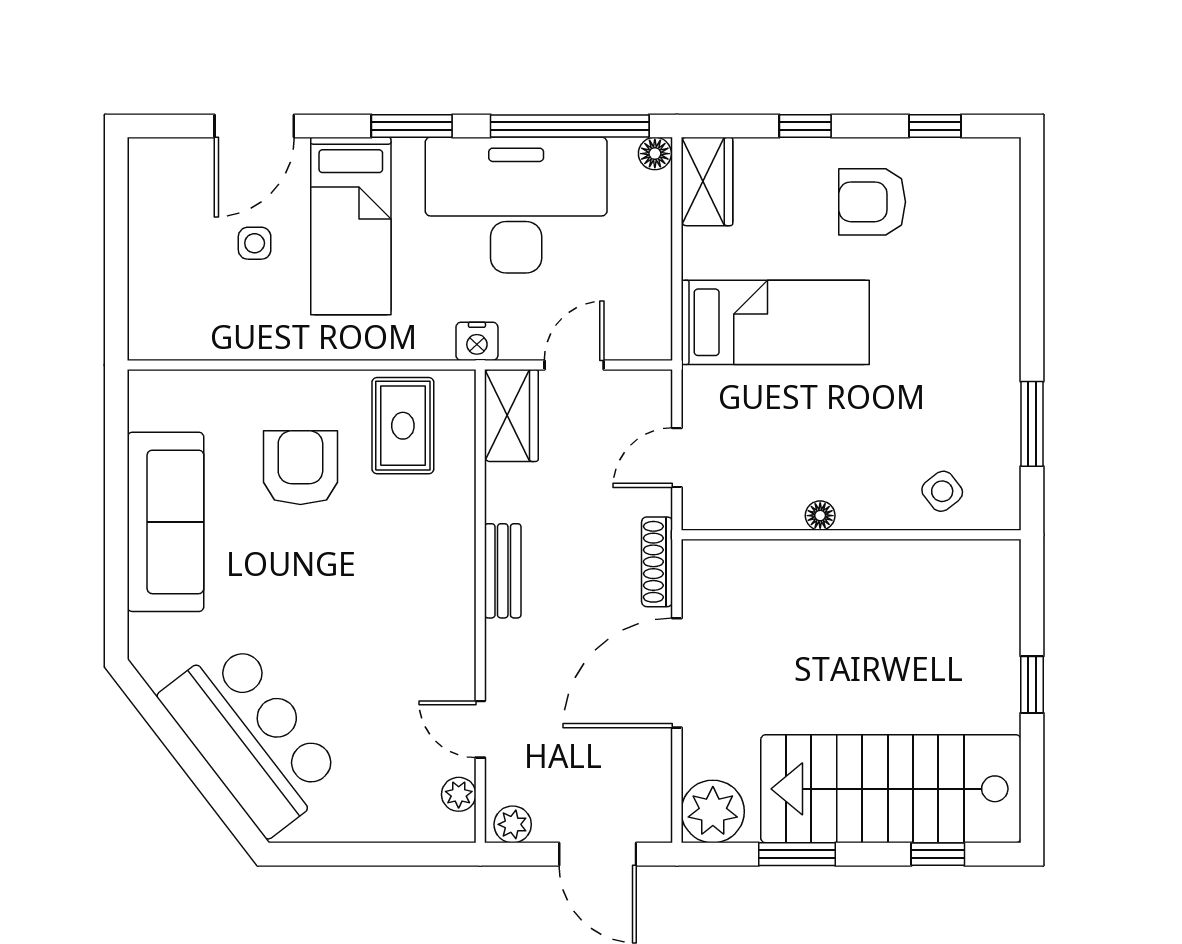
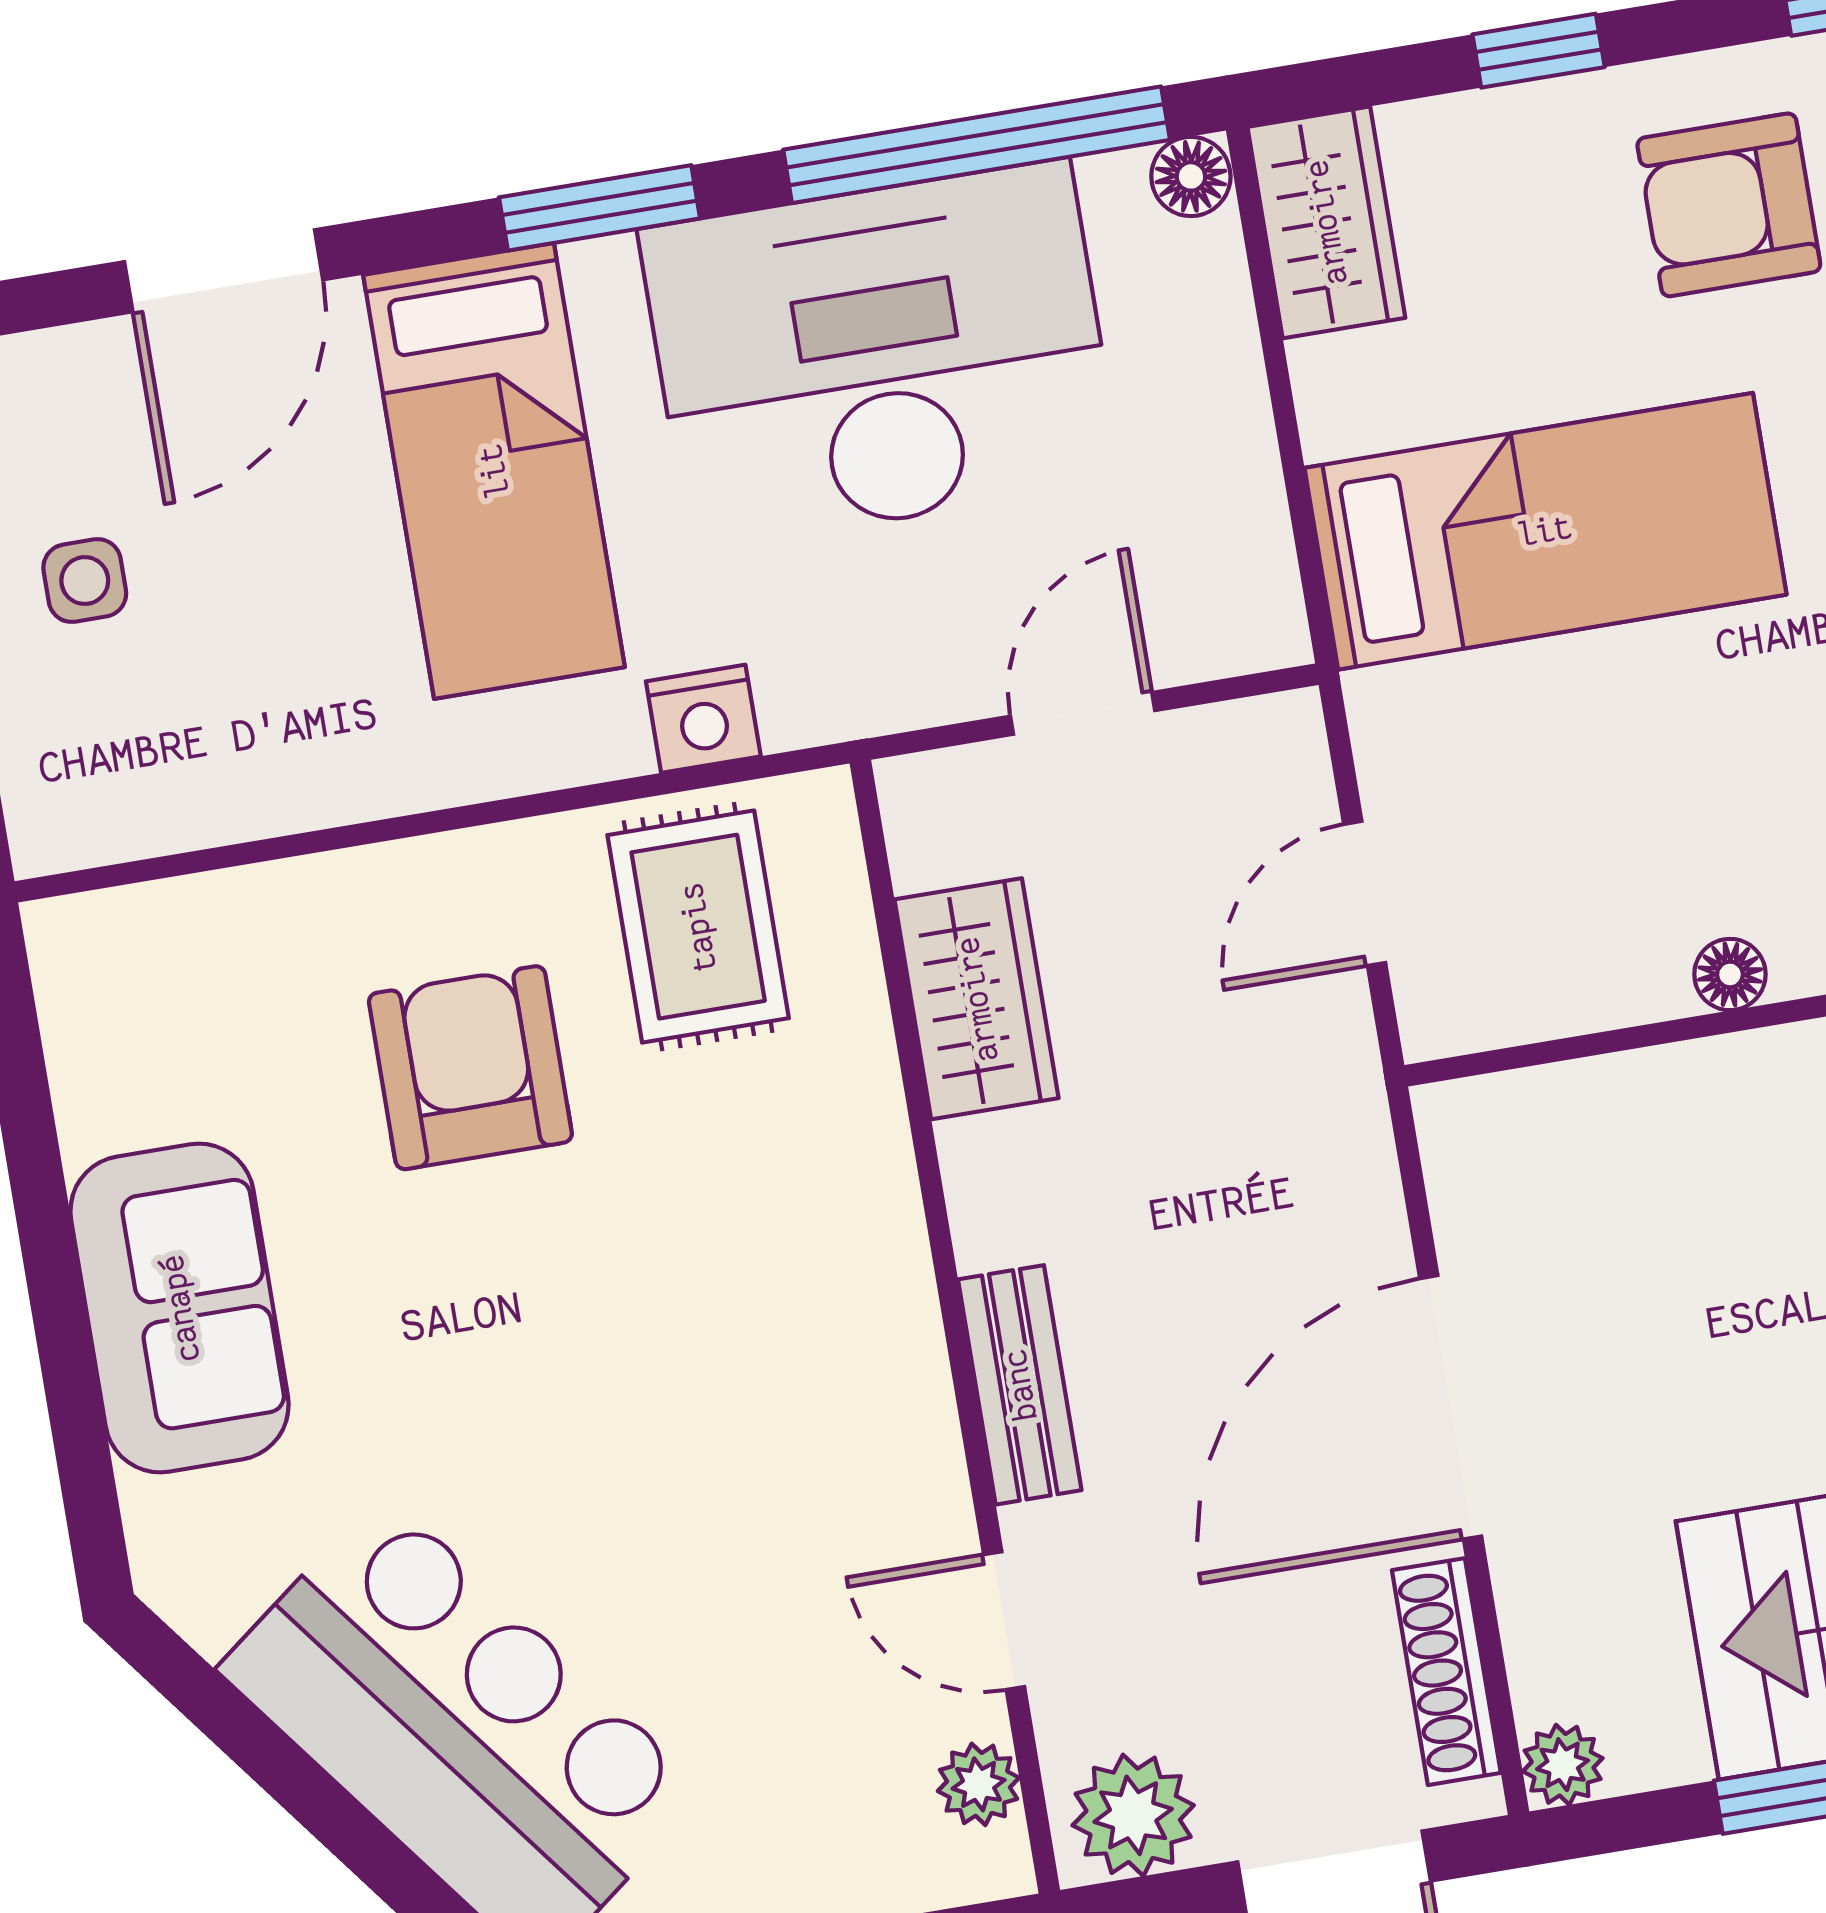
side table: (255, 243) -> (85, 581), moved
nightstand: (477, 341) -> (703, 719), moved
wardrobe: (511, 416) -> (977, 999), moved
sofa: (166, 522) -> (180, 1308), width x0.73
shoe rack: (657, 562) -> (1446, 1672), moved
bench: (503, 571) -> (1020, 1385), moved
plant: (713, 811) -> (1563, 1765), width x0.53, depth x0.53
plant: (513, 824) -> (1133, 1815), width x1.38, depth x1.38

